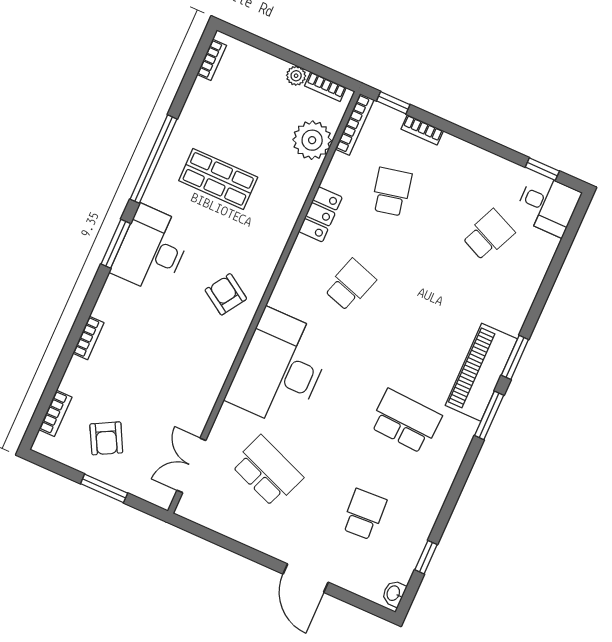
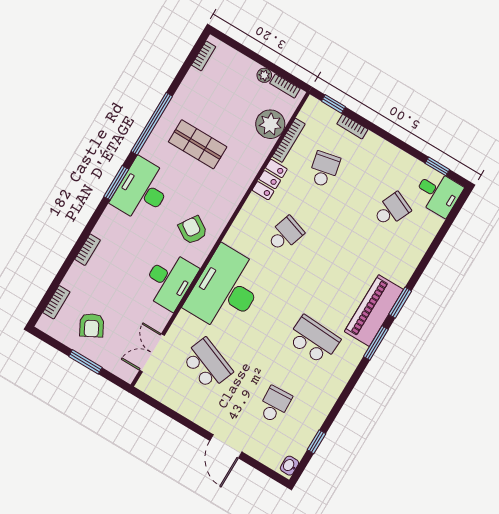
bookcase: (355, 124) -> (289, 140), moved
desk: (203, 366) -> (169, 280), added

